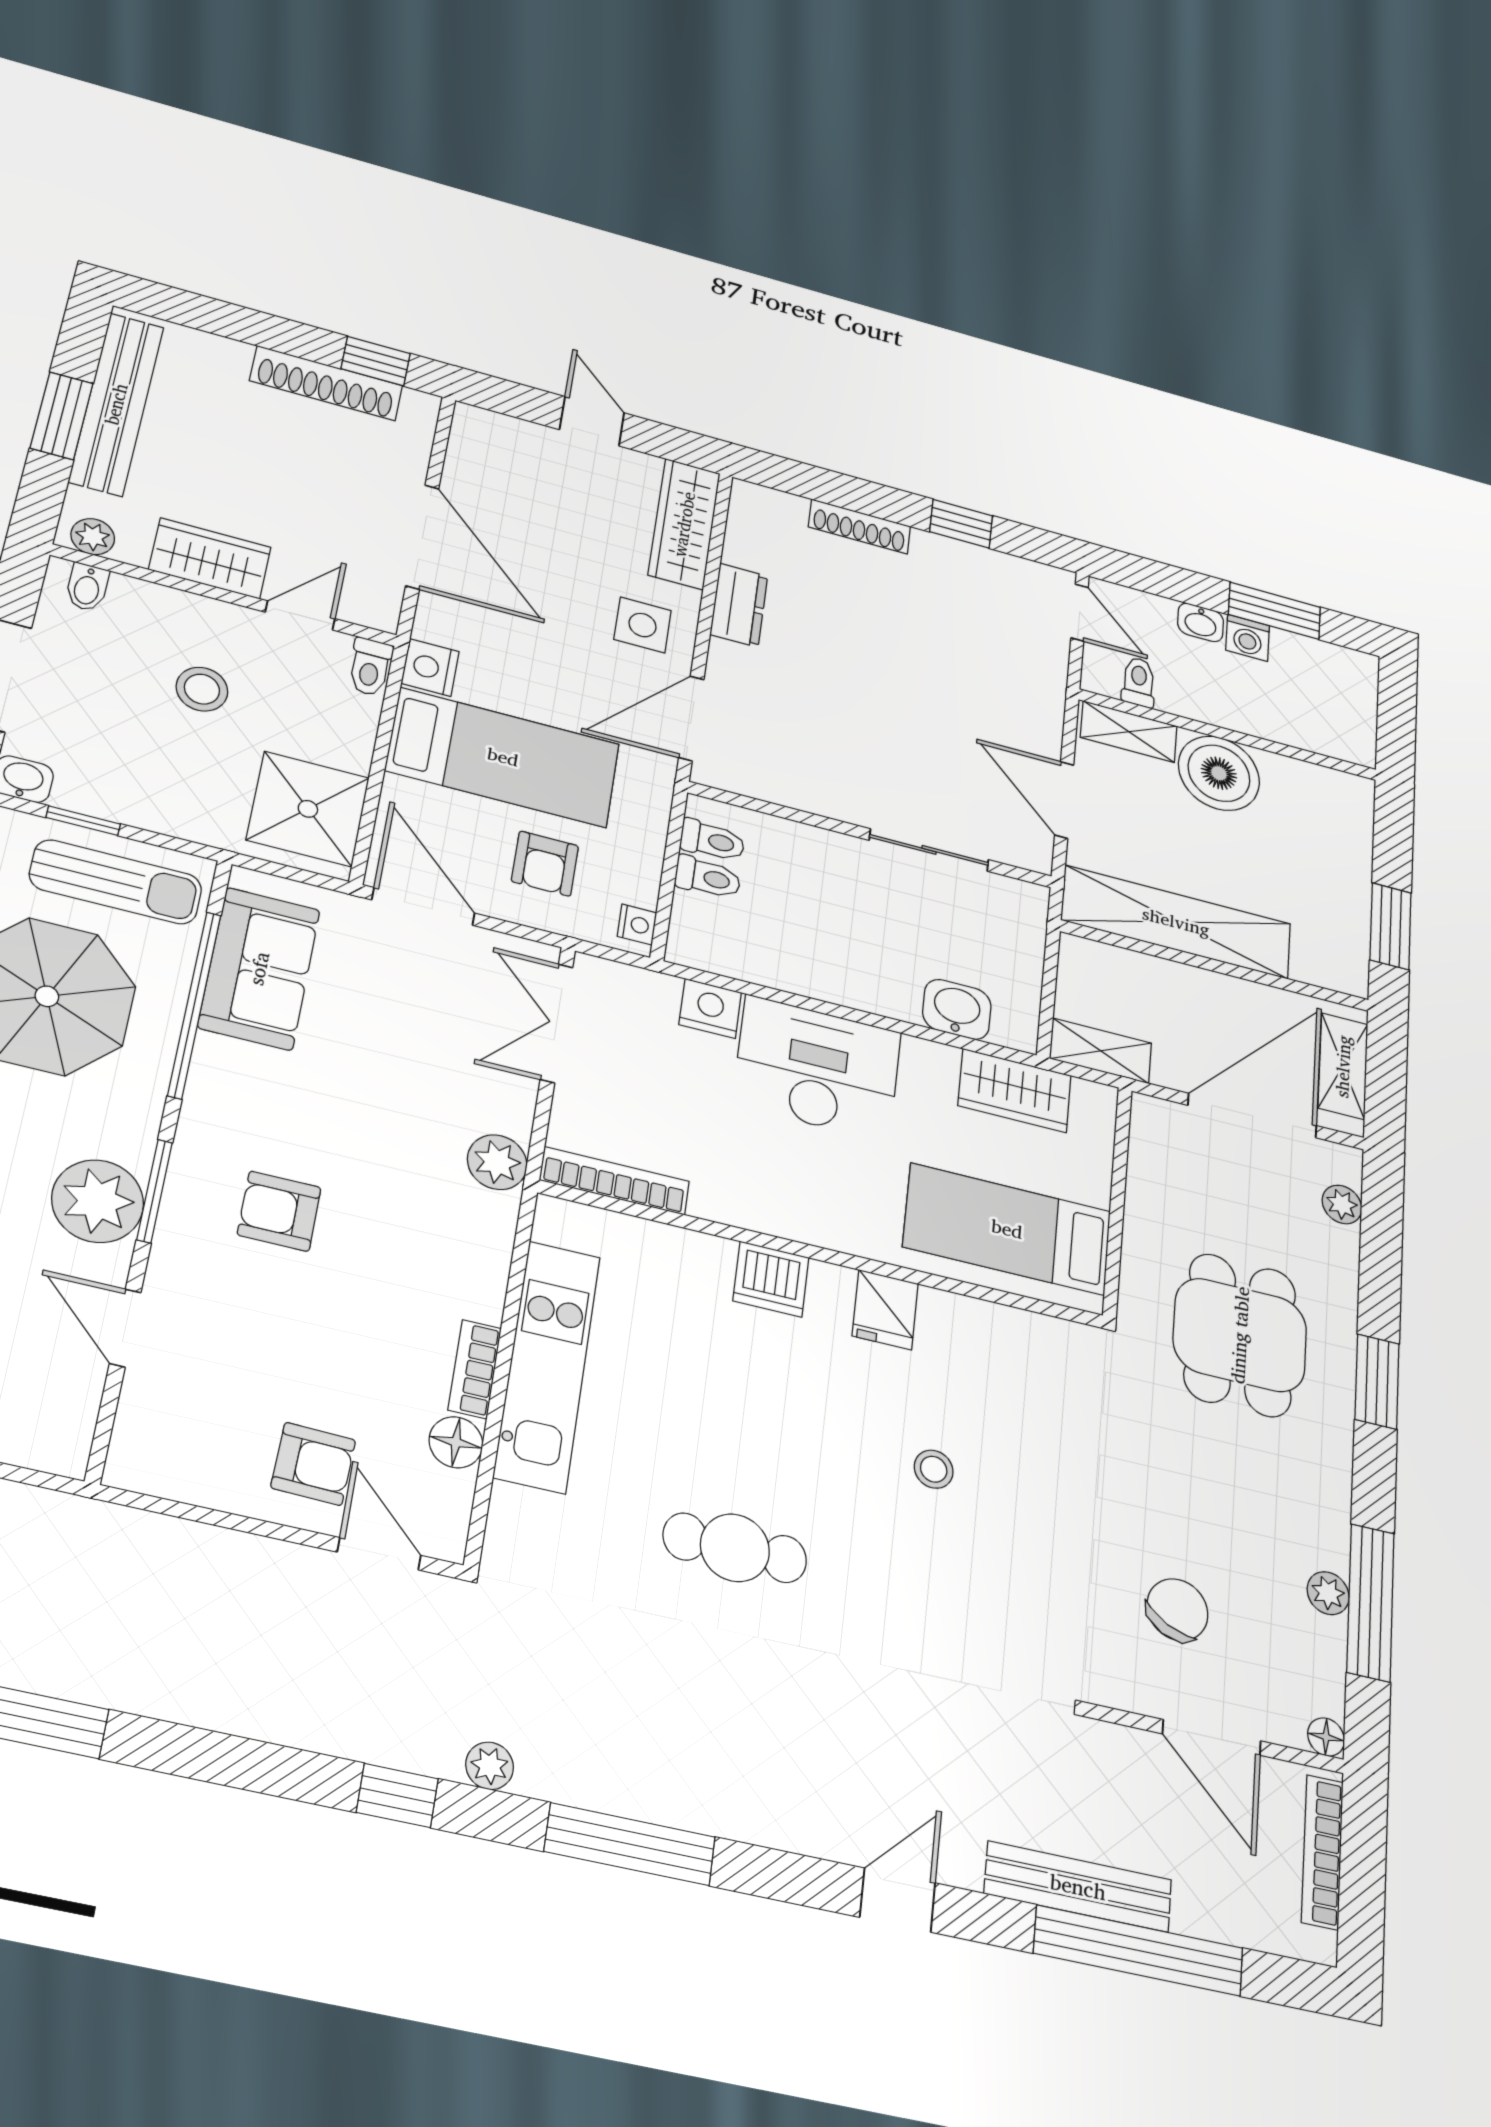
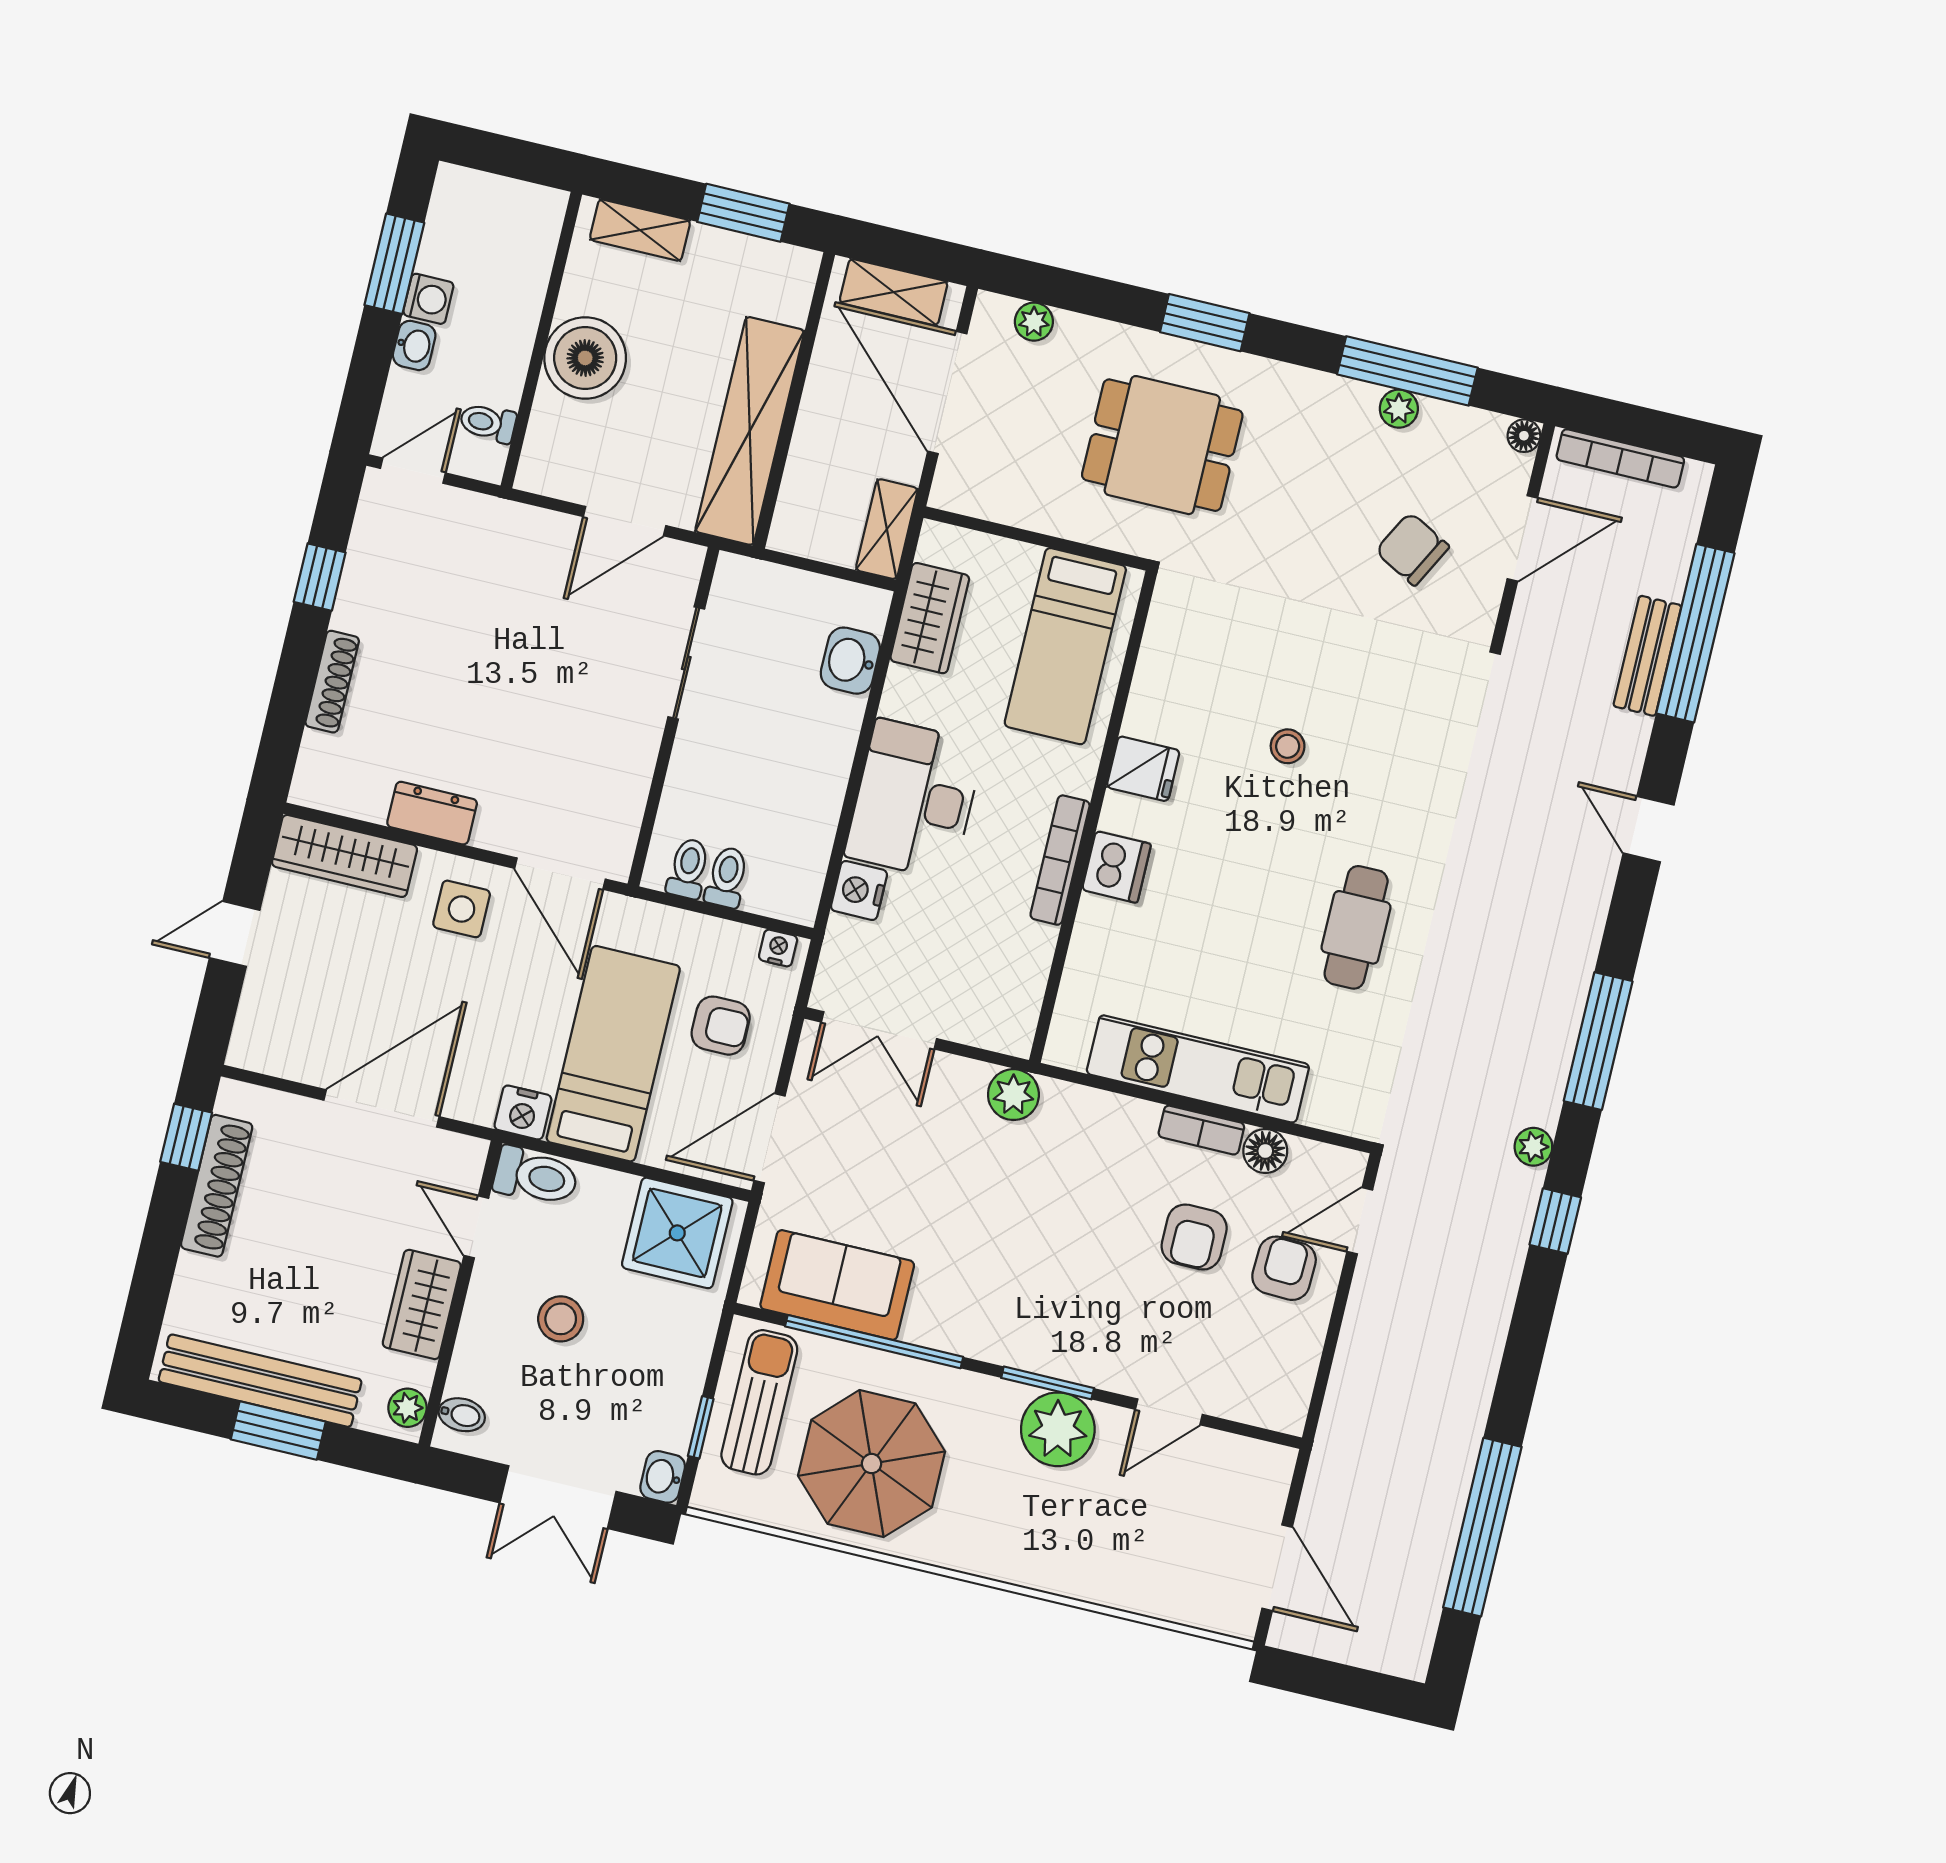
toilet: (370, 667) -> (536, 1176), width x1.37, depth x1.39
shelving: (1129, 732) -> (640, 230), moved, turned 90
bookcase: (614, 1181) -> (1060, 860), moved
armchair: (279, 1211) -> (1194, 1237), moved
bench: (1078, 1887) -> (1647, 656), width x0.73

